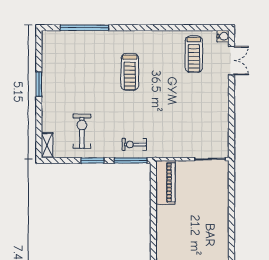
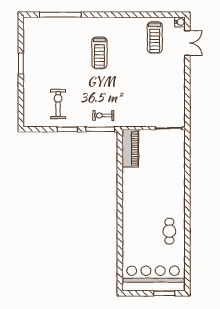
shelving: (47, 145) -> (28, 116), removed

